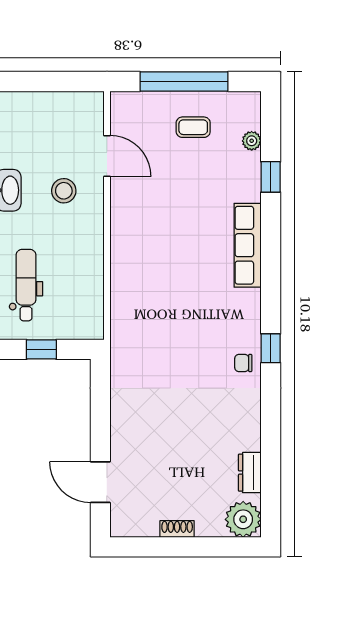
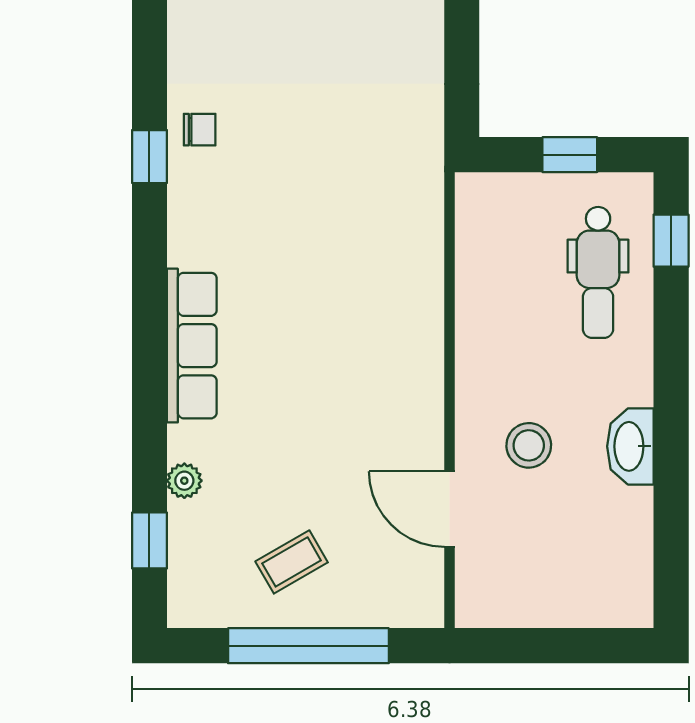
coffee table: (193, 127) -> (292, 562), turned -30
plant: (252, 141) -> (184, 481), moved
window: (271, 177) -> (149, 540), moved

